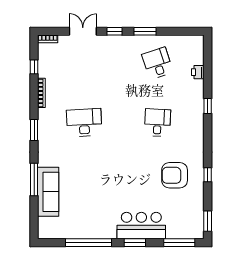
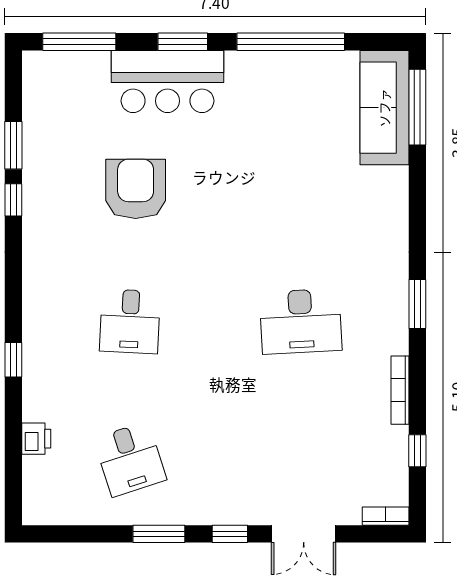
armchair: (175, 175) -> (136, 189), moved, turned -90
window: (34, 180) -> (417, 107), moved
sofa: (48, 192) -> (384, 108), moved
window: (208, 221) -> (13, 145), moved

